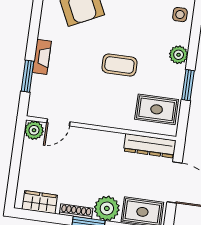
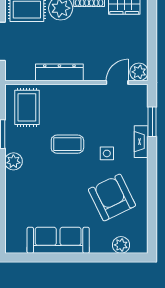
side table: (180, 15) -> (107, 153), moved
rug: (157, 109) -> (27, 107), turned 90
dresser: (150, 146) -> (59, 72), moved

